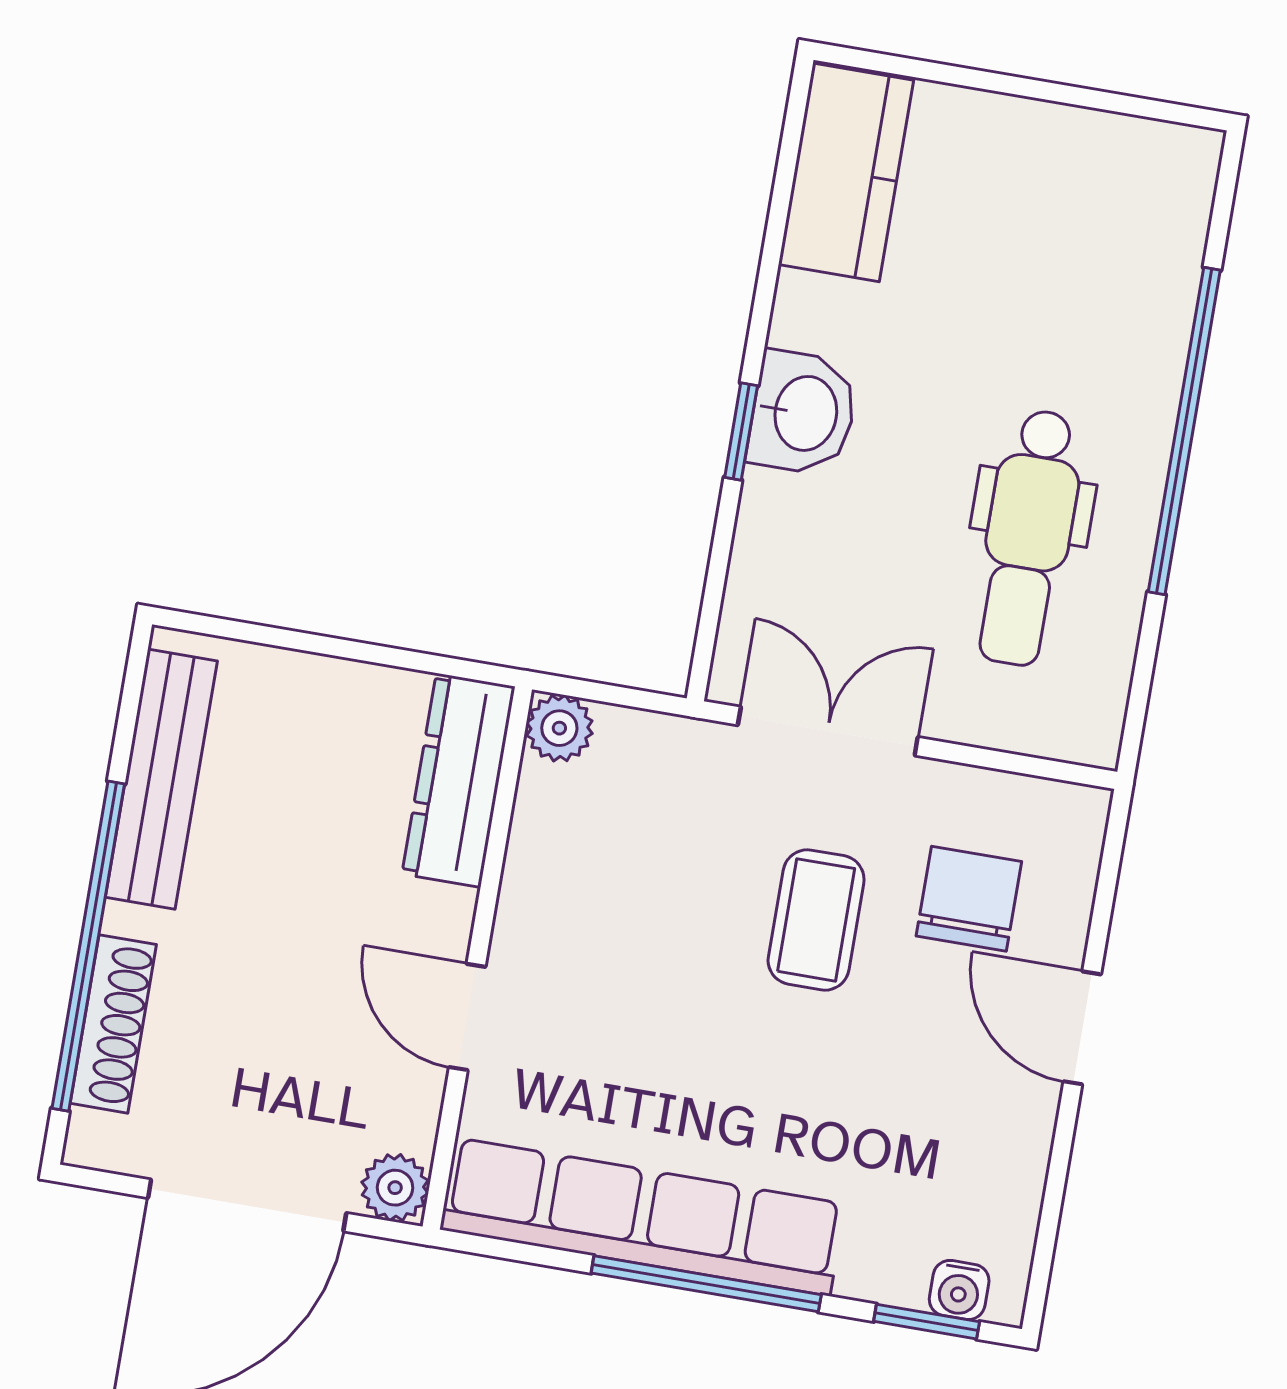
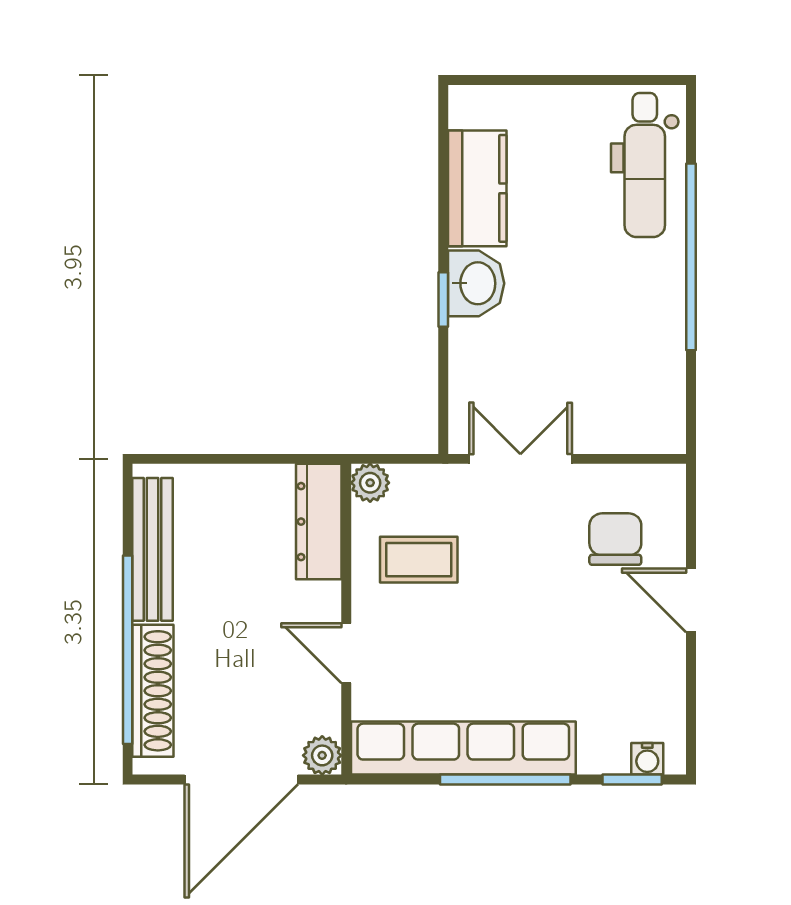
kitchen counter: (846, 172) -> (477, 188), moved
dental chair: (1028, 538) -> (645, 165), moved
coffee table: (816, 920) -> (419, 560), moved, turned 90
shoe rack: (113, 1024) -> (153, 691), width x1.36, depth x1.24

